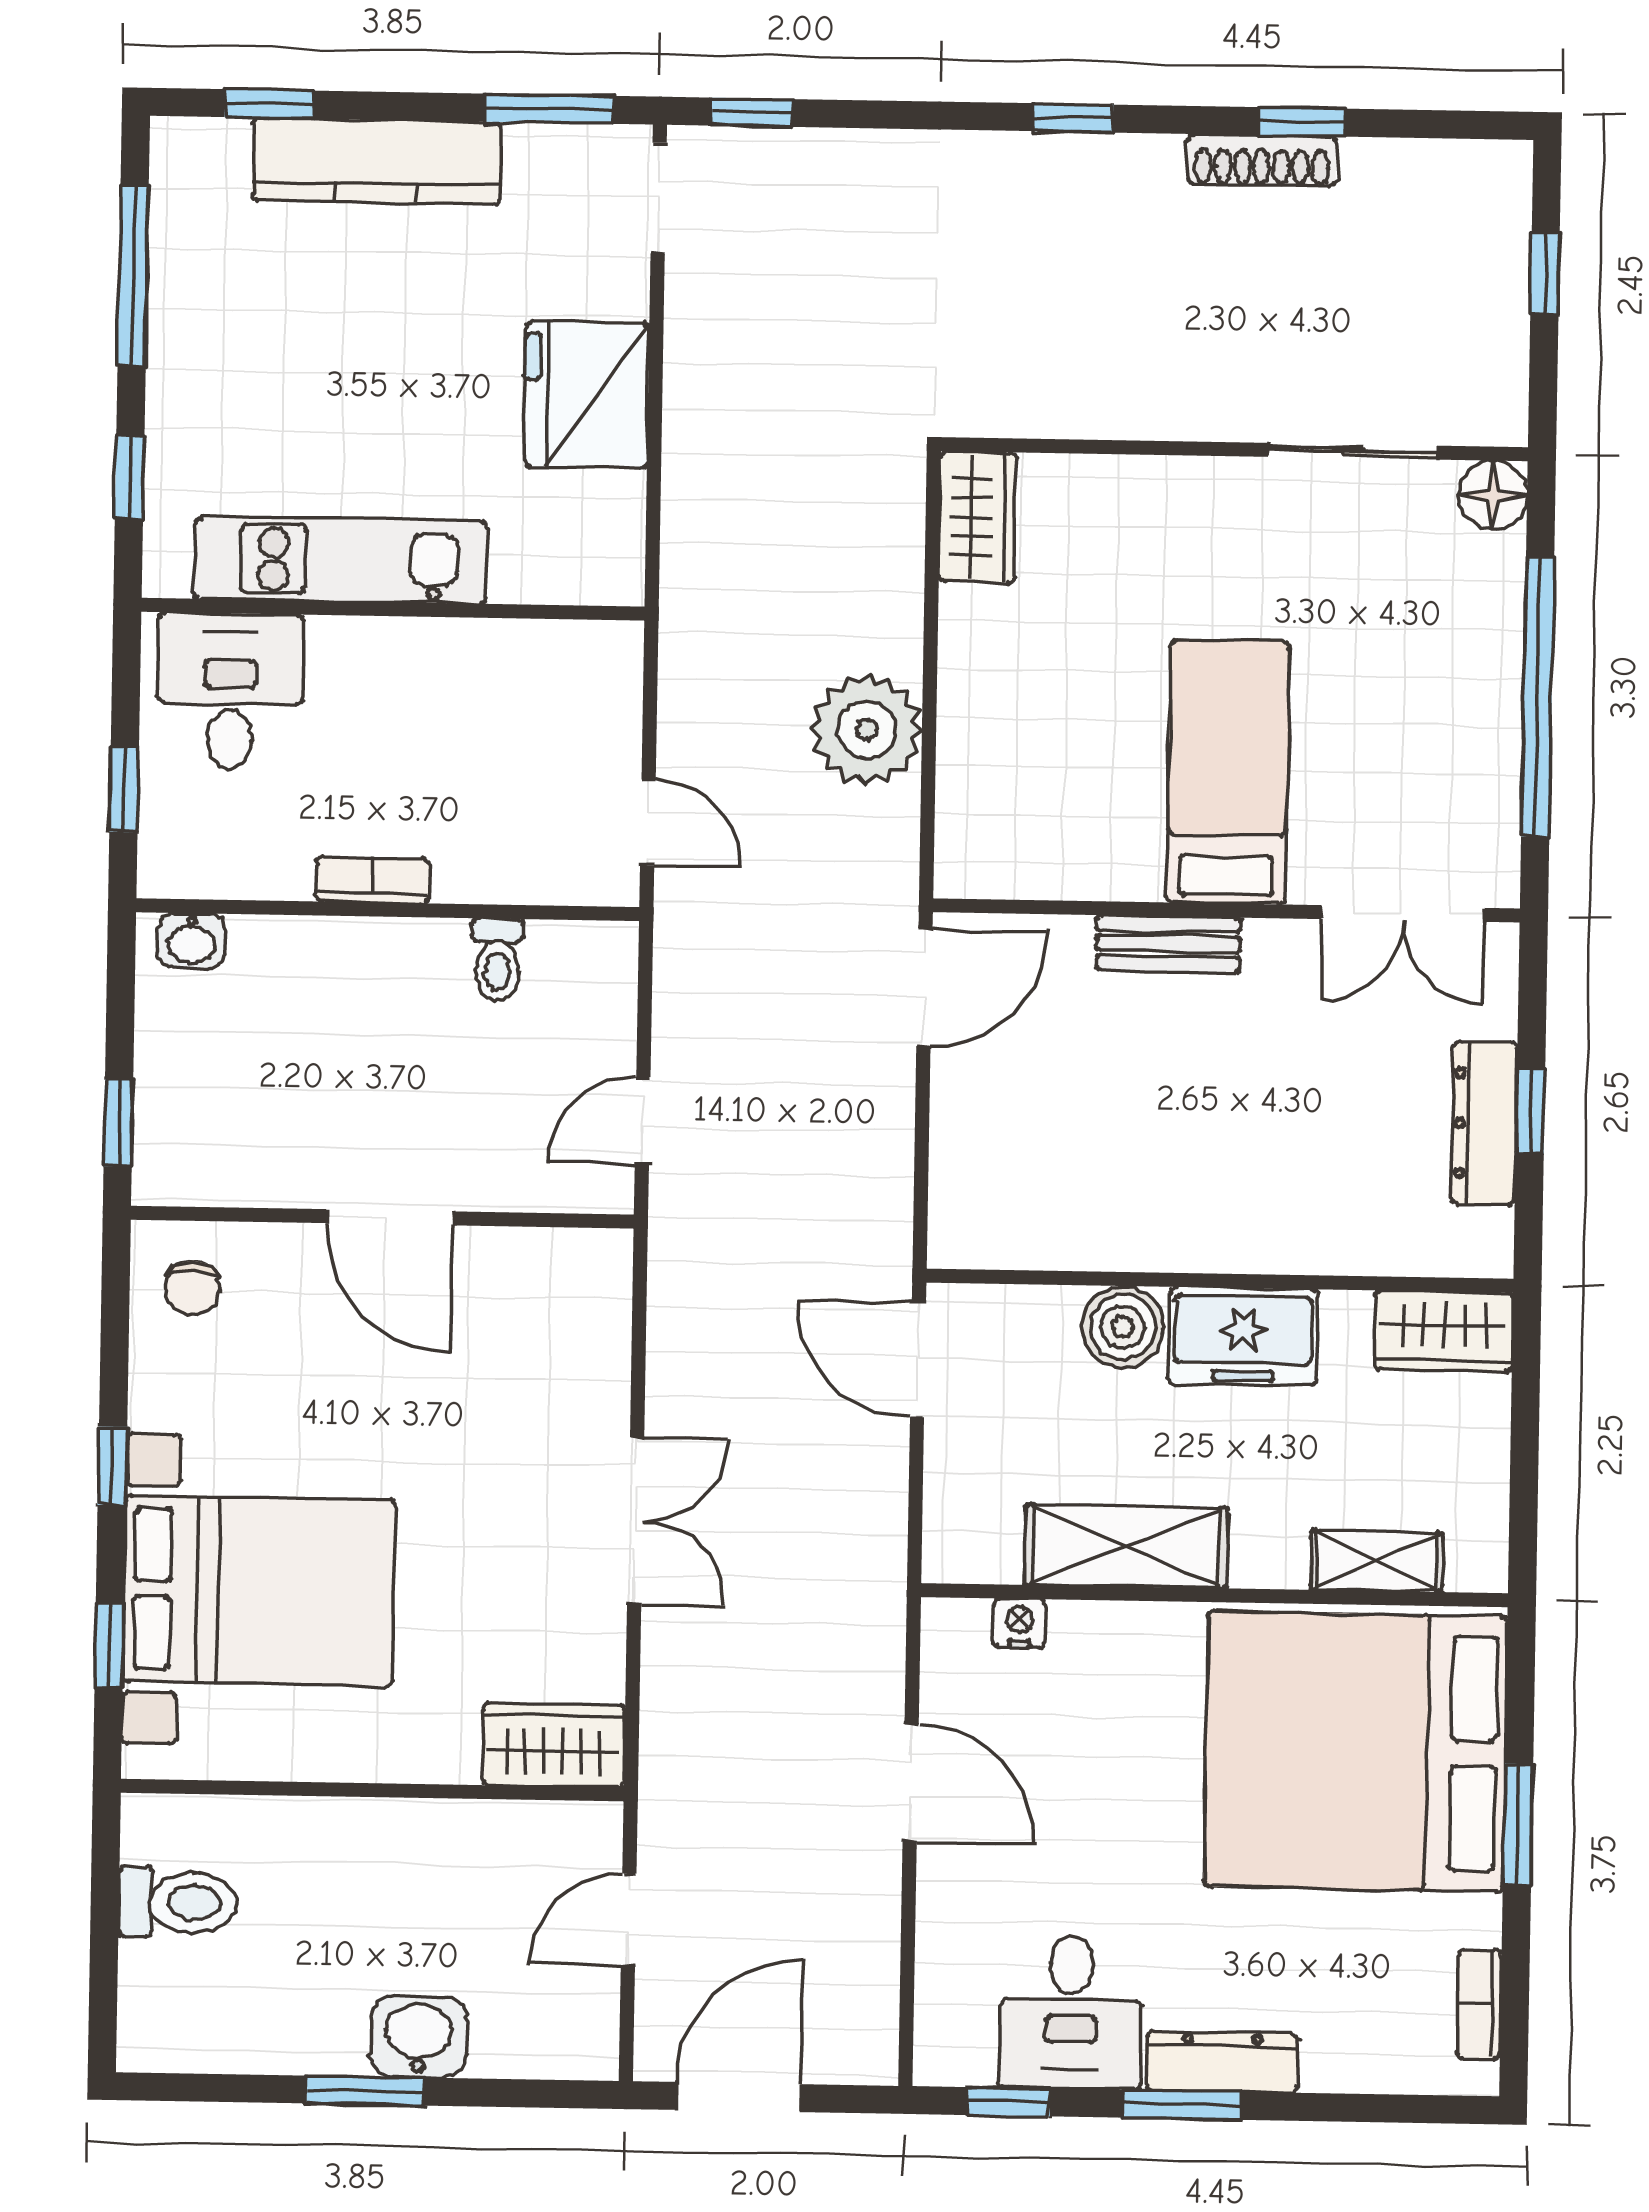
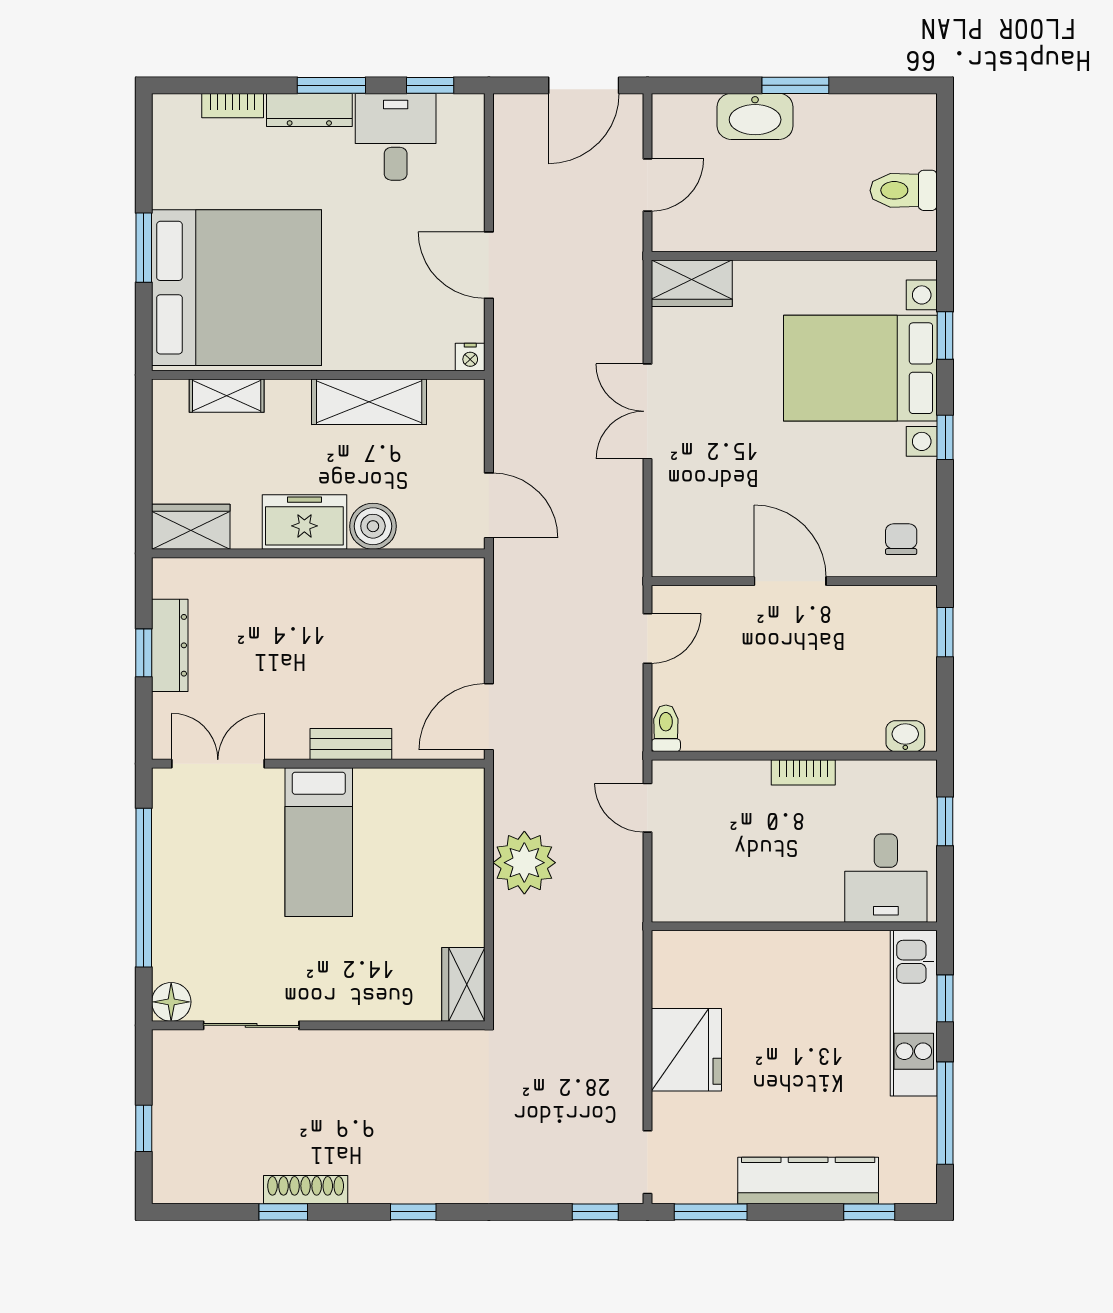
kitchen unit: (341, 560) -> (914, 1013), moved, turned 90
toilet: (497, 960) -> (666, 728), moved
nightstand: (1019, 1623) -> (470, 357), moved
bookcase: (1479, 2004) -> (233, 106), moved, turned 90
washbasin: (419, 2037) -> (755, 116), width x1.38

